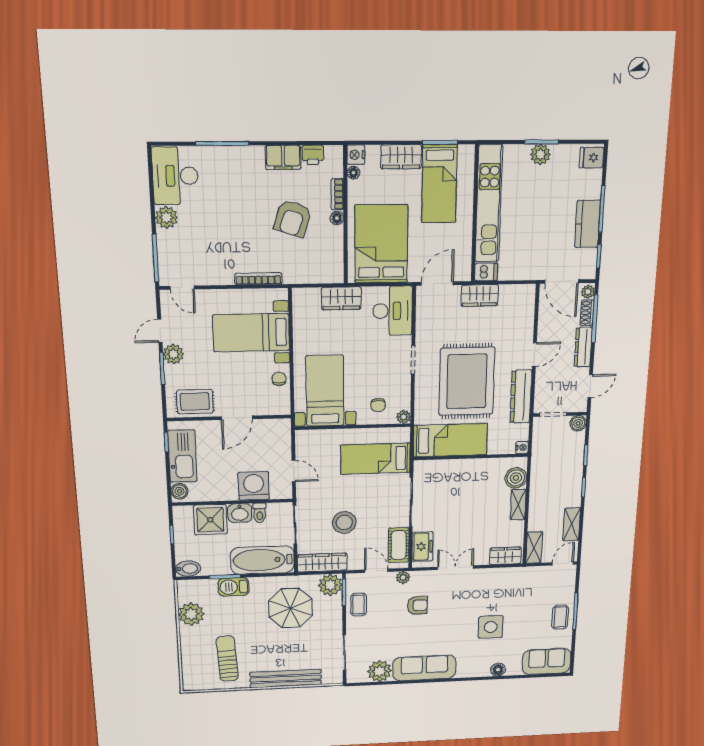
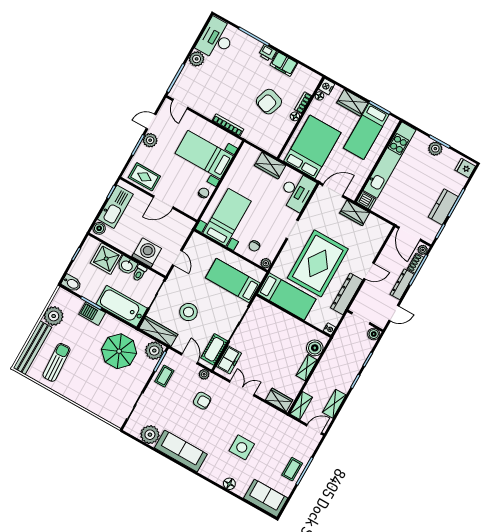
printer: (313, 155) -> (267, 53), moved
bench: (286, 679) -> (32, 348), moved, turned 90

